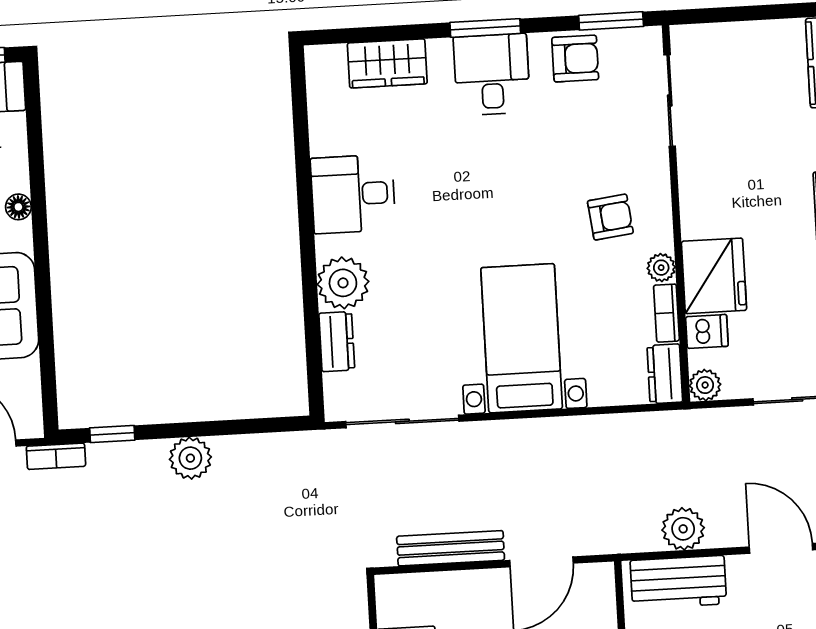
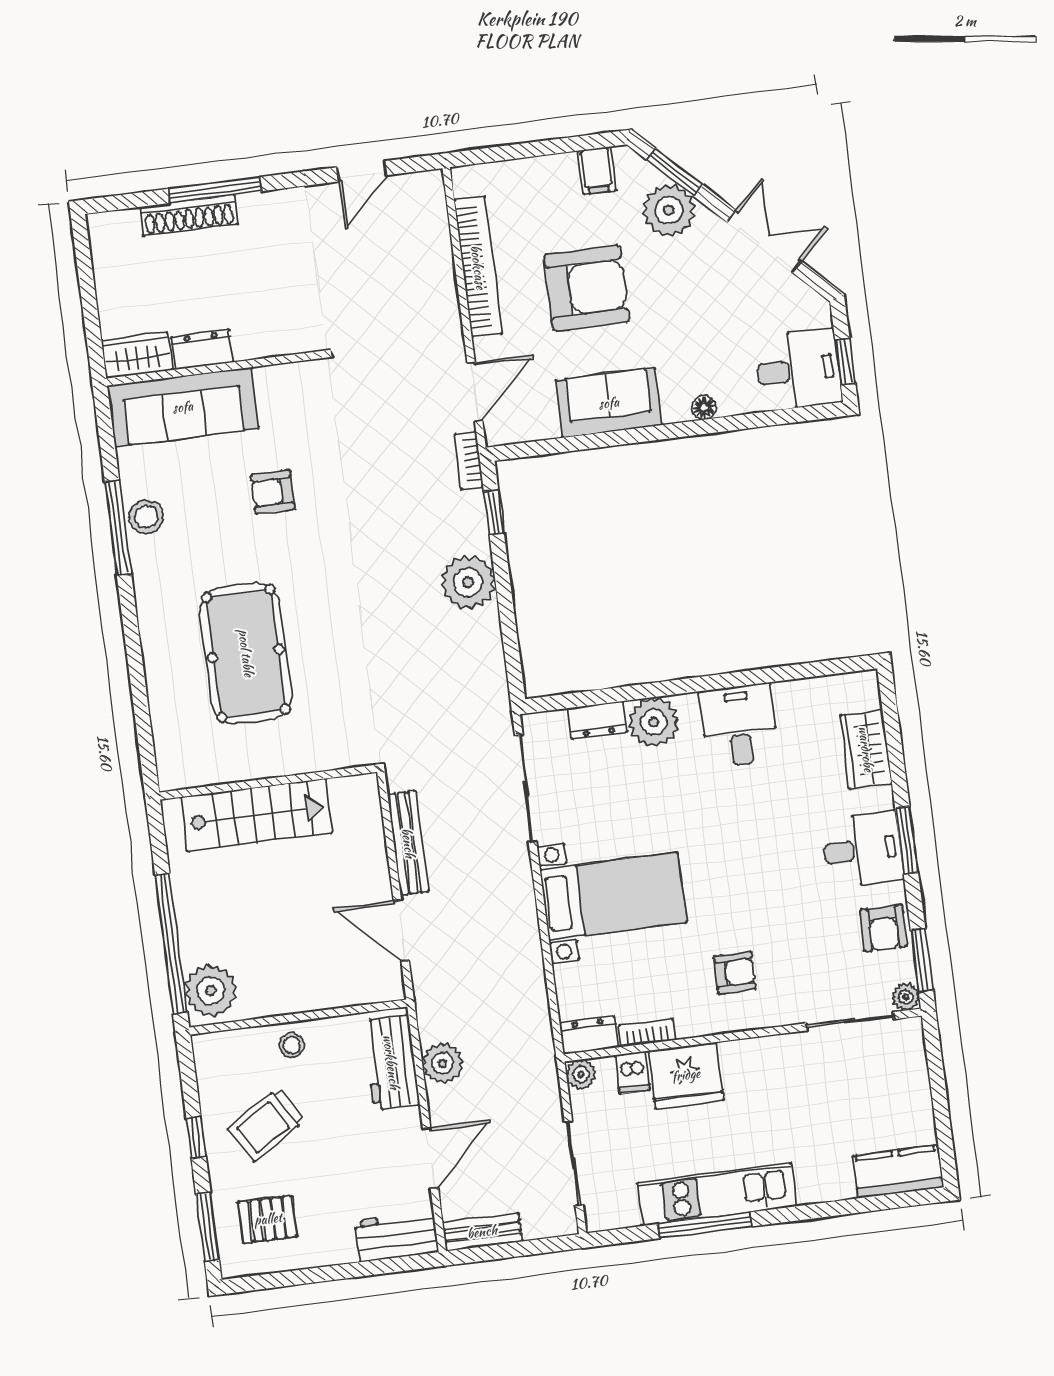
armchair: (610, 217) -> (735, 973), turned -83
plant: (661, 268) -> (906, 997), moved
plant: (190, 458) -> (468, 582), width x1.36, depth x1.36

